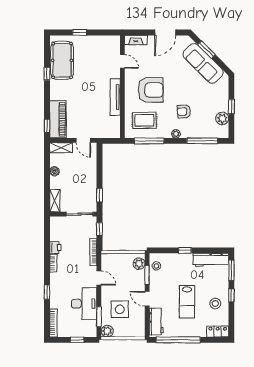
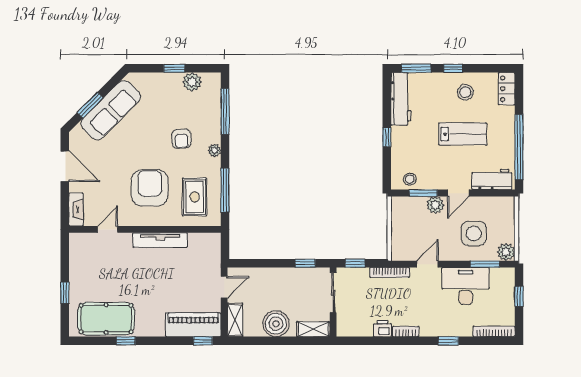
boiler: (55, 171) -> (276, 324), width x1.86, depth x1.86
plant: (139, 264) -> (435, 205), moved

